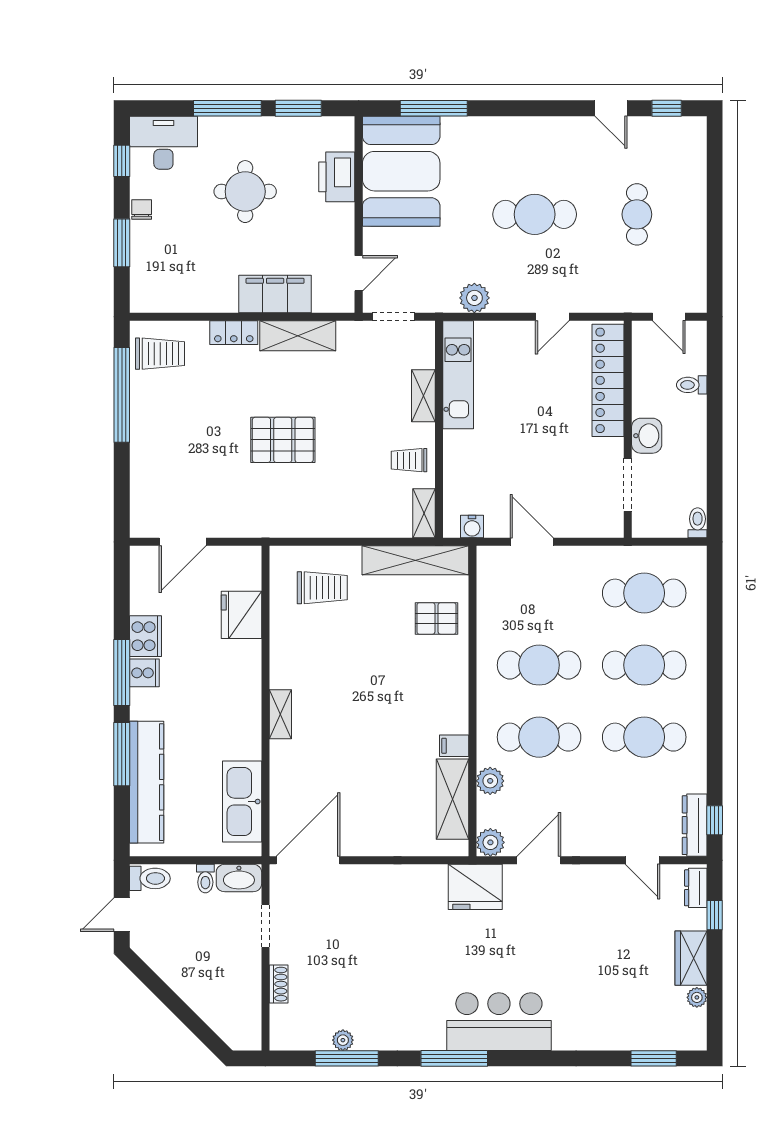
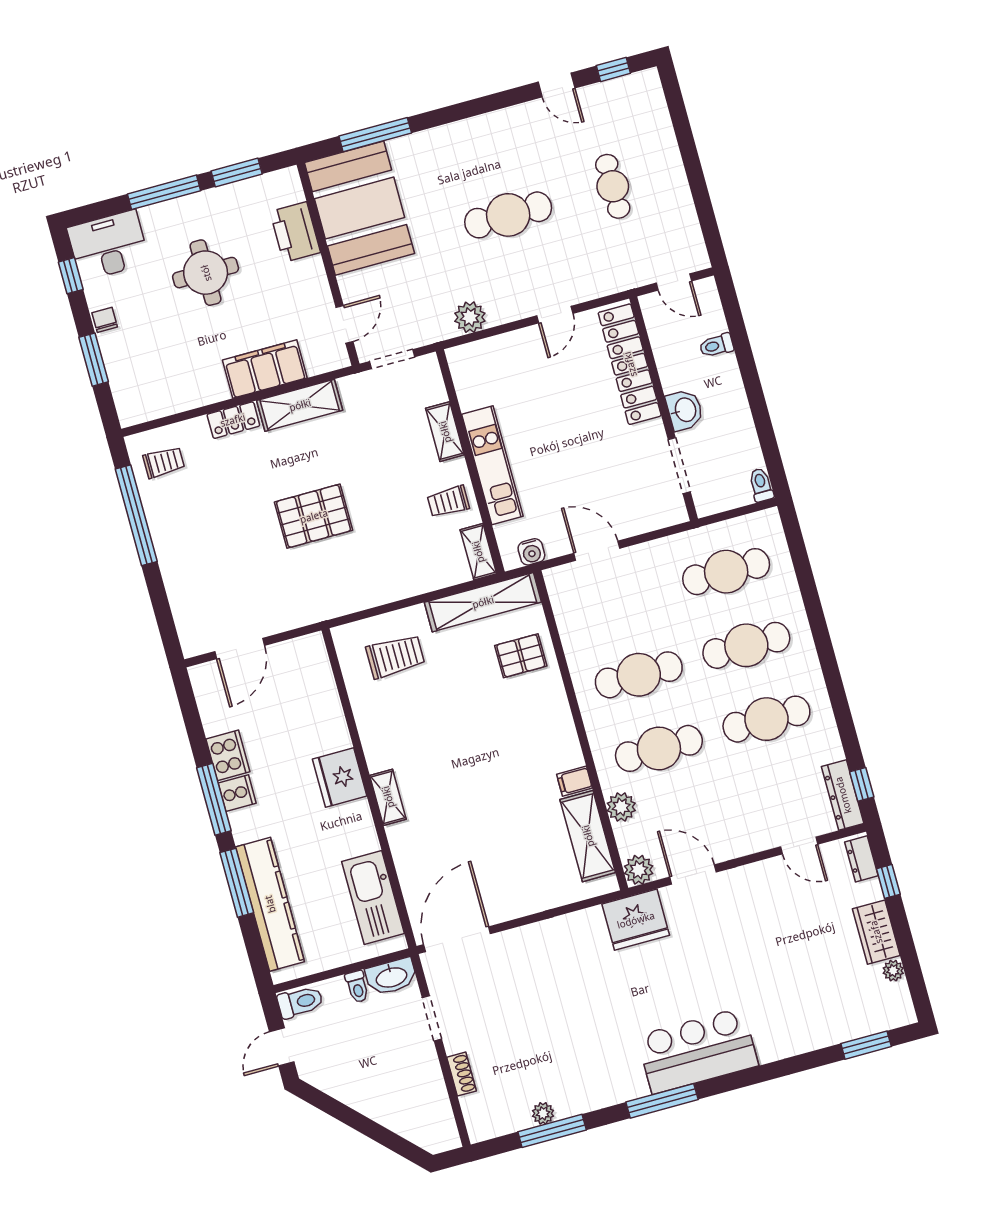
trolley: (160, 354) -> (164, 462), width x0.73, depth x0.72
kitchen unit: (458, 375) -> (492, 465), moved
fridge: (241, 615) -> (340, 777), moved
door: (539, 860) -> (693, 875), hinge flipped

